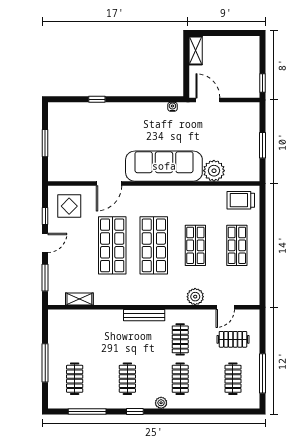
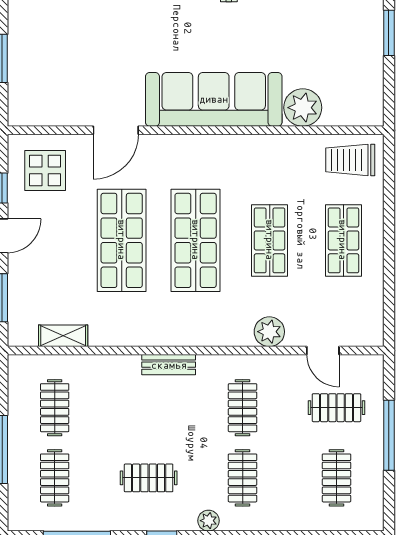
window: (262, 145) -> (389, 33), moved
door: (225, 307) -> (323, 351), hinge flipped
bench: (144, 315) -> (169, 365), width x0.73
clothes rail: (75, 339) -> (55, 408), added
window: (262, 373) -> (389, 435), moved
clothes rail: (127, 379) -> (149, 478), turned 90

